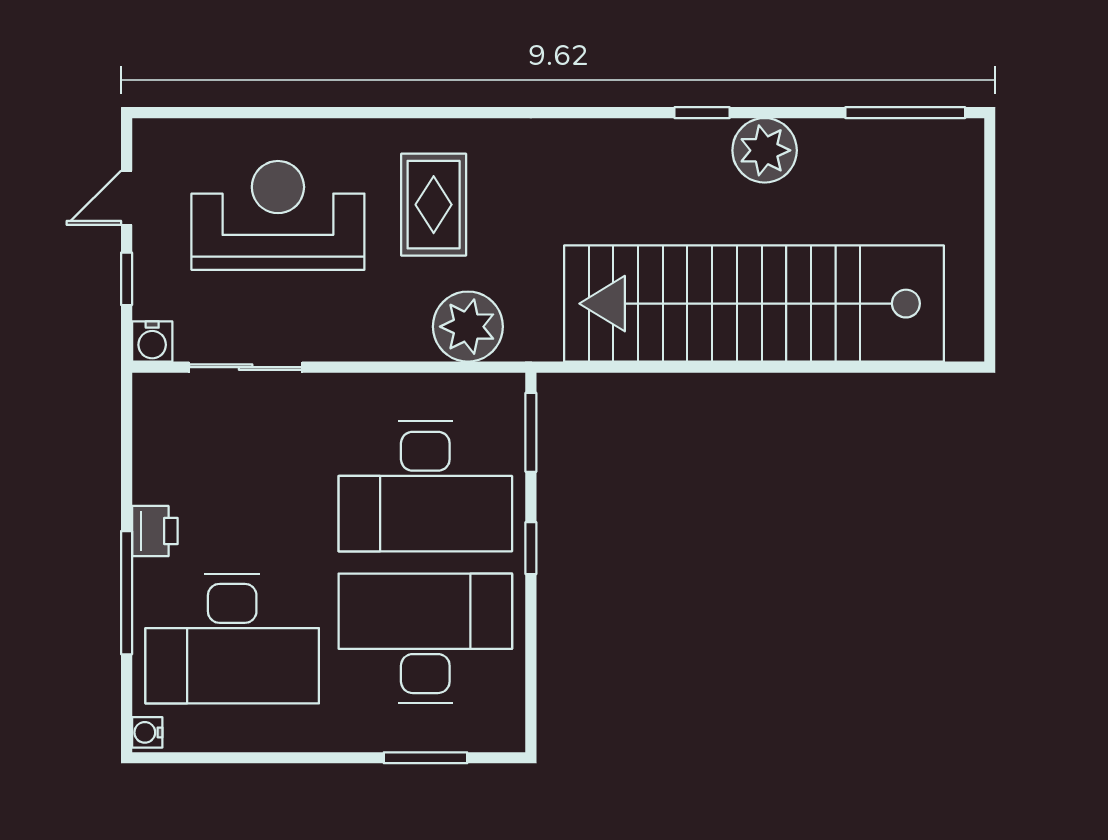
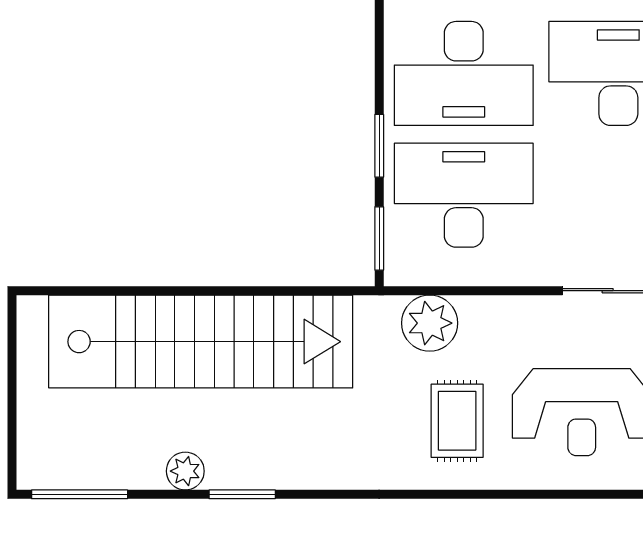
window: (702, 113) -> (242, 494), width x1.50
plant: (765, 150) -> (185, 471), width x0.73, depth x0.73
window: (531, 548) -> (379, 146), width x1.50

